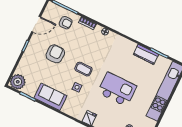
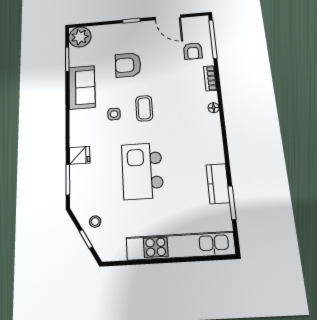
armchair: (55, 54) -> (128, 65), moved, turned 180
kitchen island: (117, 89) -> (142, 171), turned 180

